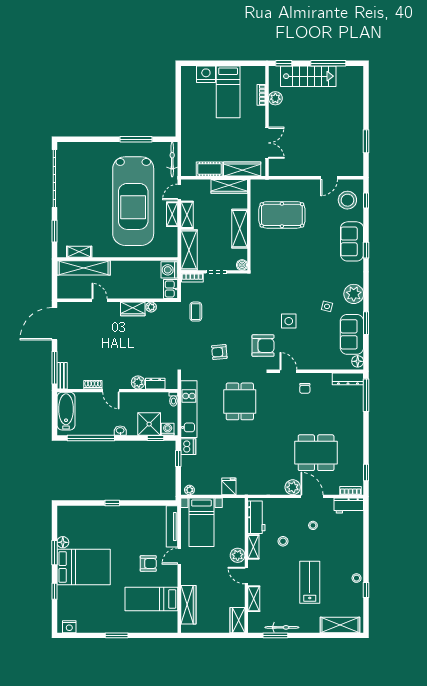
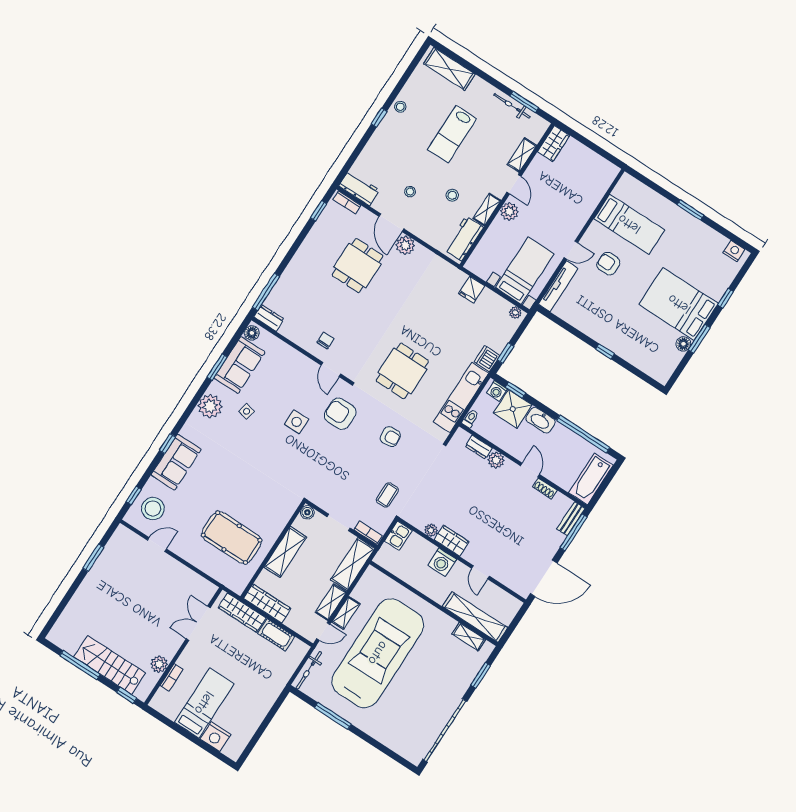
washing machine: (169, 270) -> (442, 562), moved, turned 90
dresser: (348, 379) -> (269, 318), width x0.70
washbasin: (120, 431) -> (540, 420), width x1.91, depth x1.45
dining table: (316, 453) -> (357, 266), width x0.73
window: (366, 590) -> (379, 118), moved
wardrobe: (188, 605) -> (594, 193), removed

